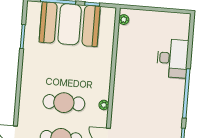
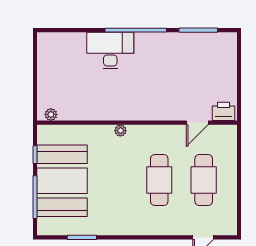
desk: (173, 58) -> (110, 51), moved
plant: (104, 105) -> (120, 131), moved

